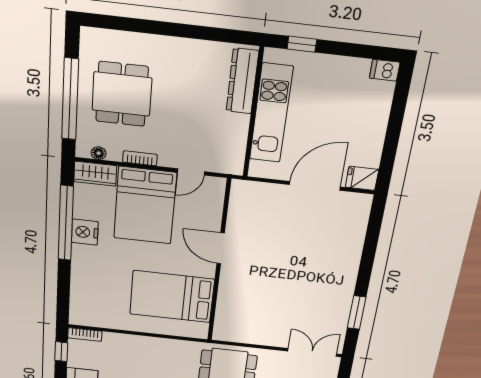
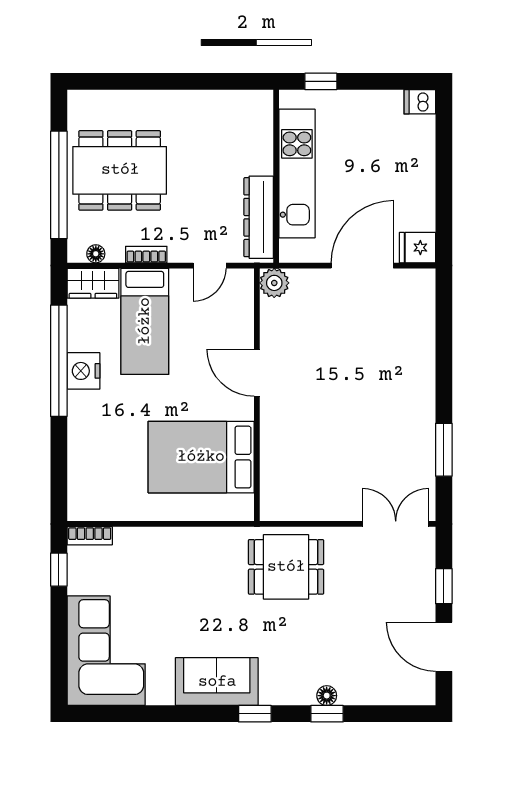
dresser: (242, 81) -> (259, 217), moved
dining table: (122, 94) -> (120, 170), width x1.38
plant: (242, 190) -> (274, 283), added
bed: (145, 206) -> (145, 321), width x0.67

